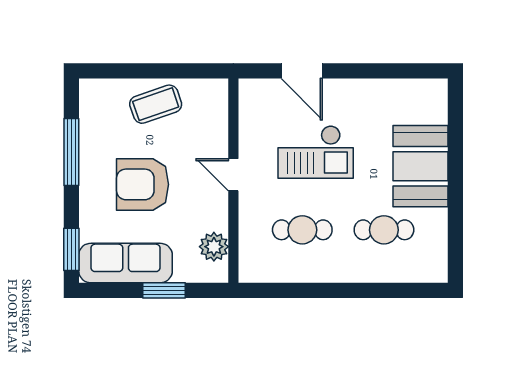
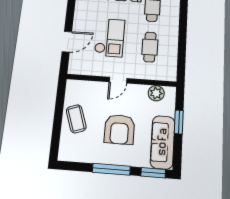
window: (71, 152) -> (111, 169), moved

